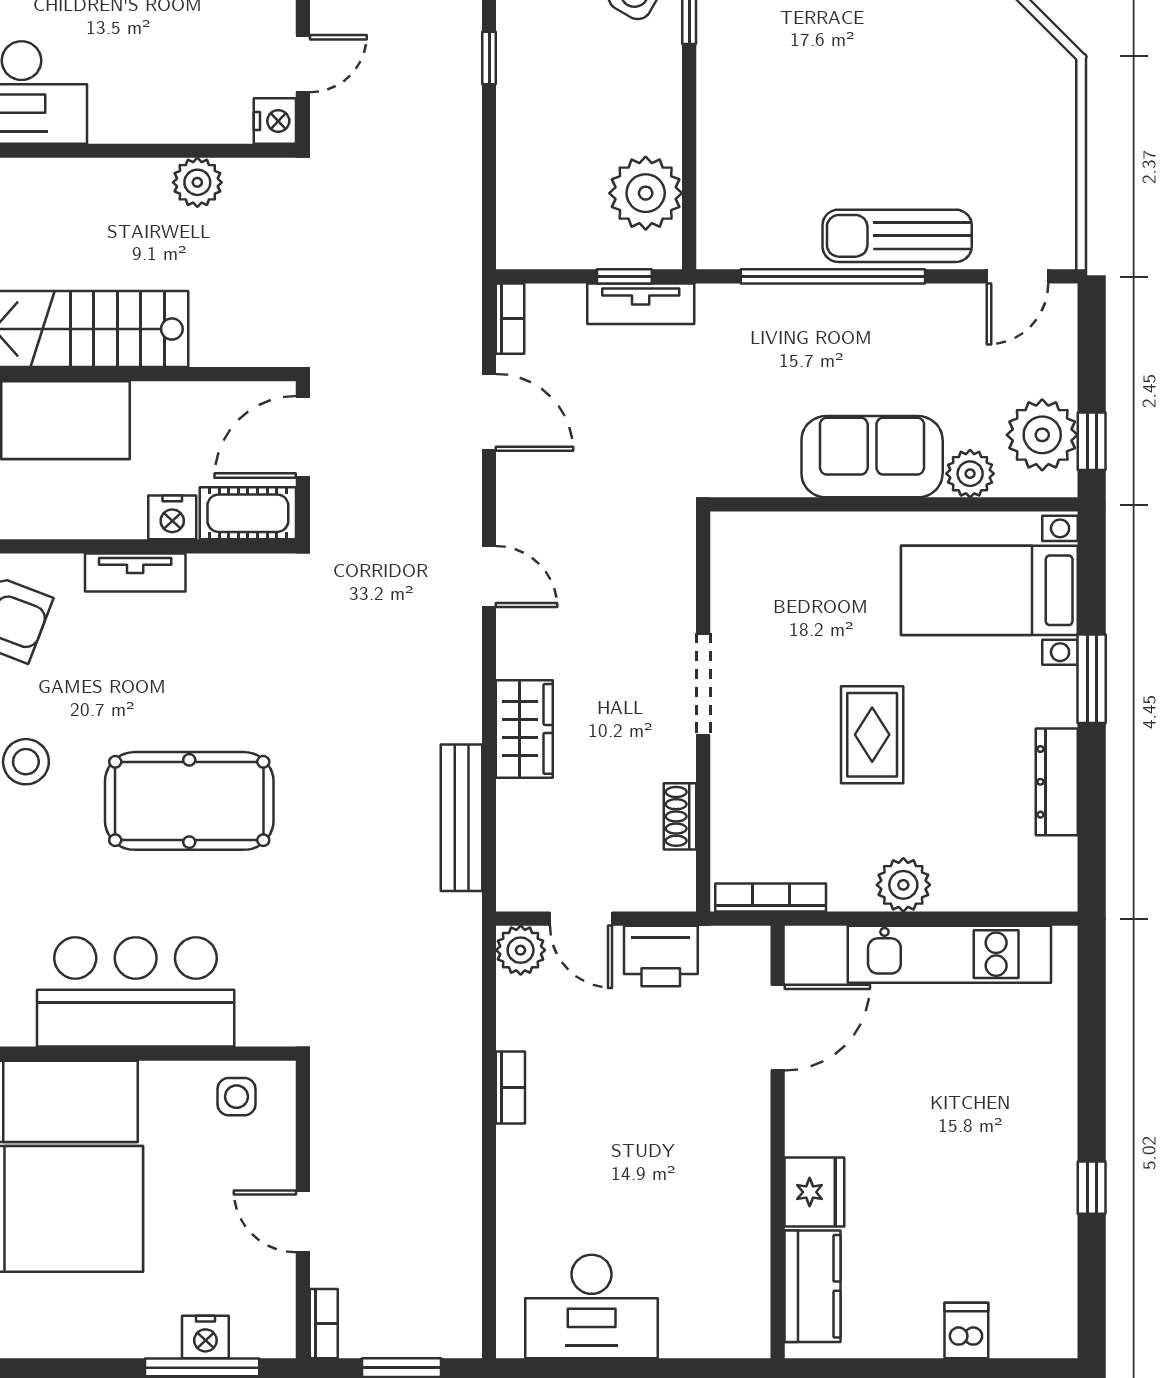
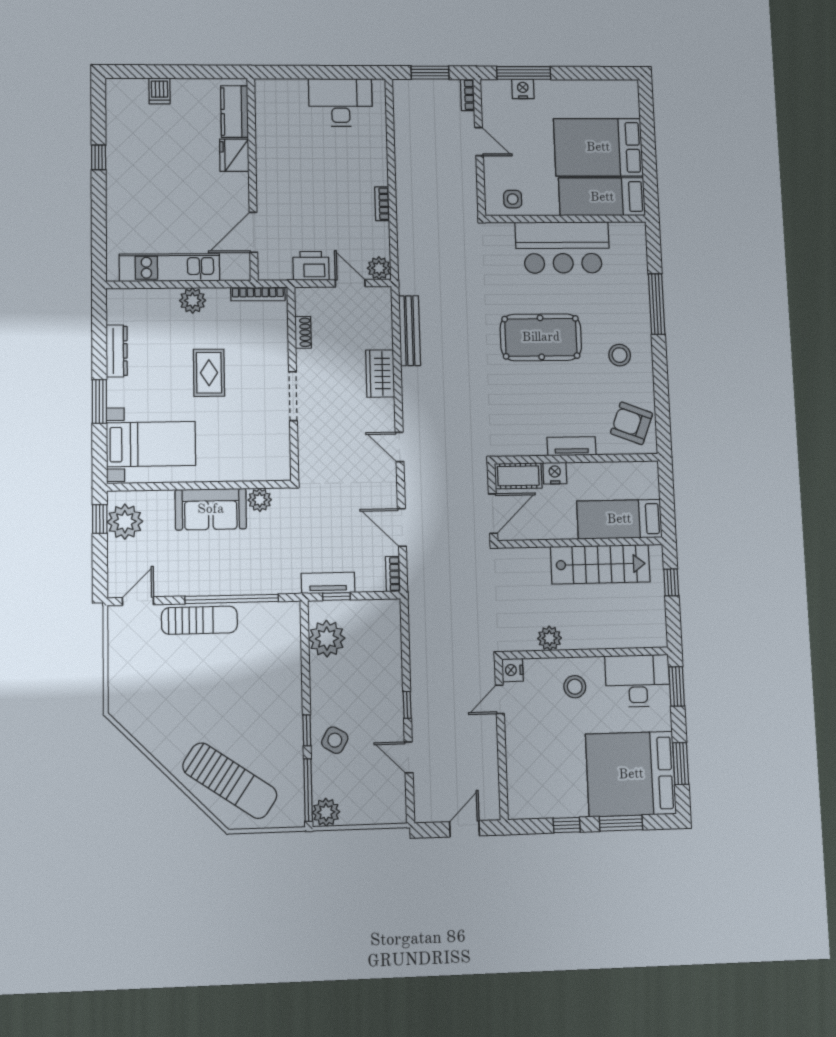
stool: (150, 84) -> (575, 687), added
plant: (970, 474) -> (260, 500), moved

